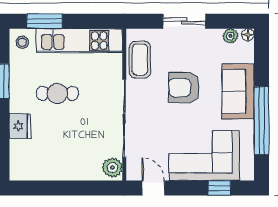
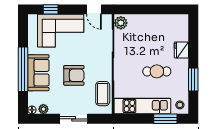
window: (261, 121) -> (23, 69), moved

